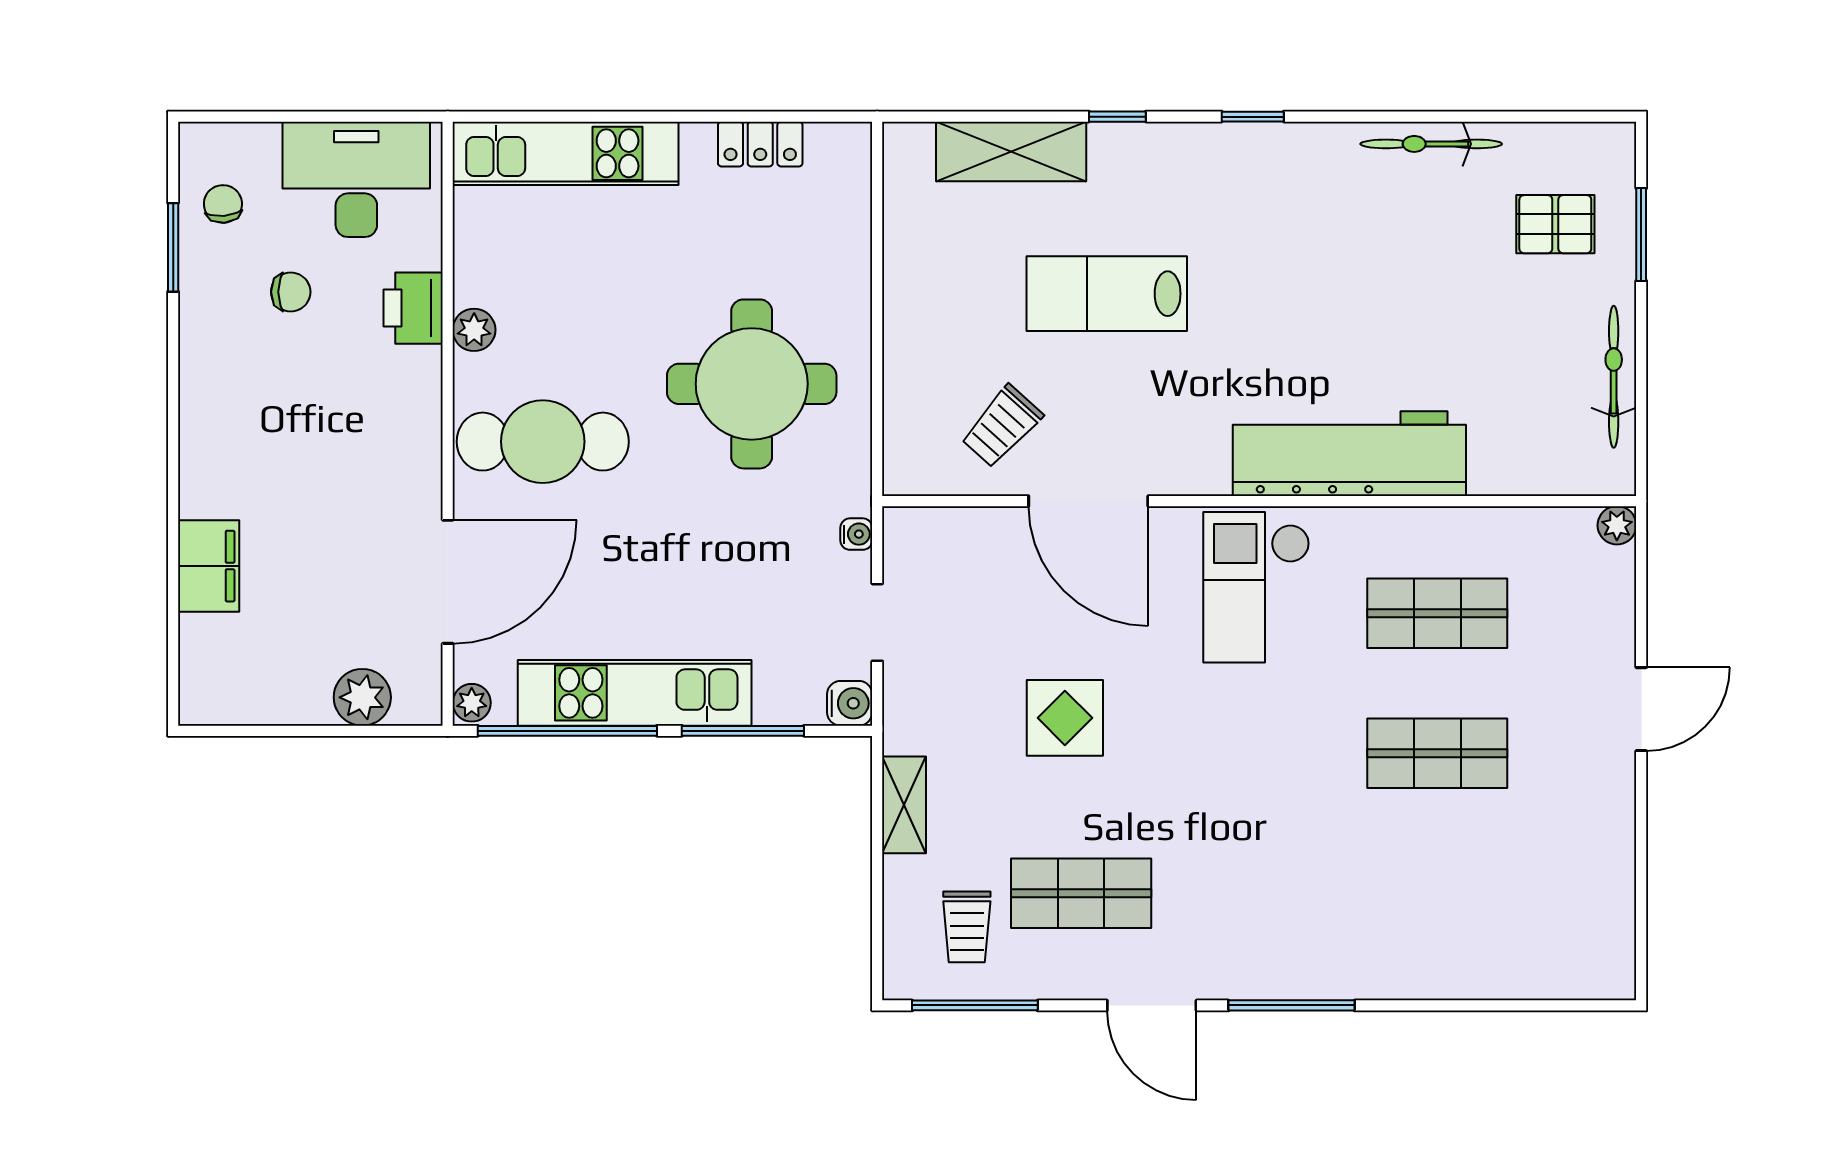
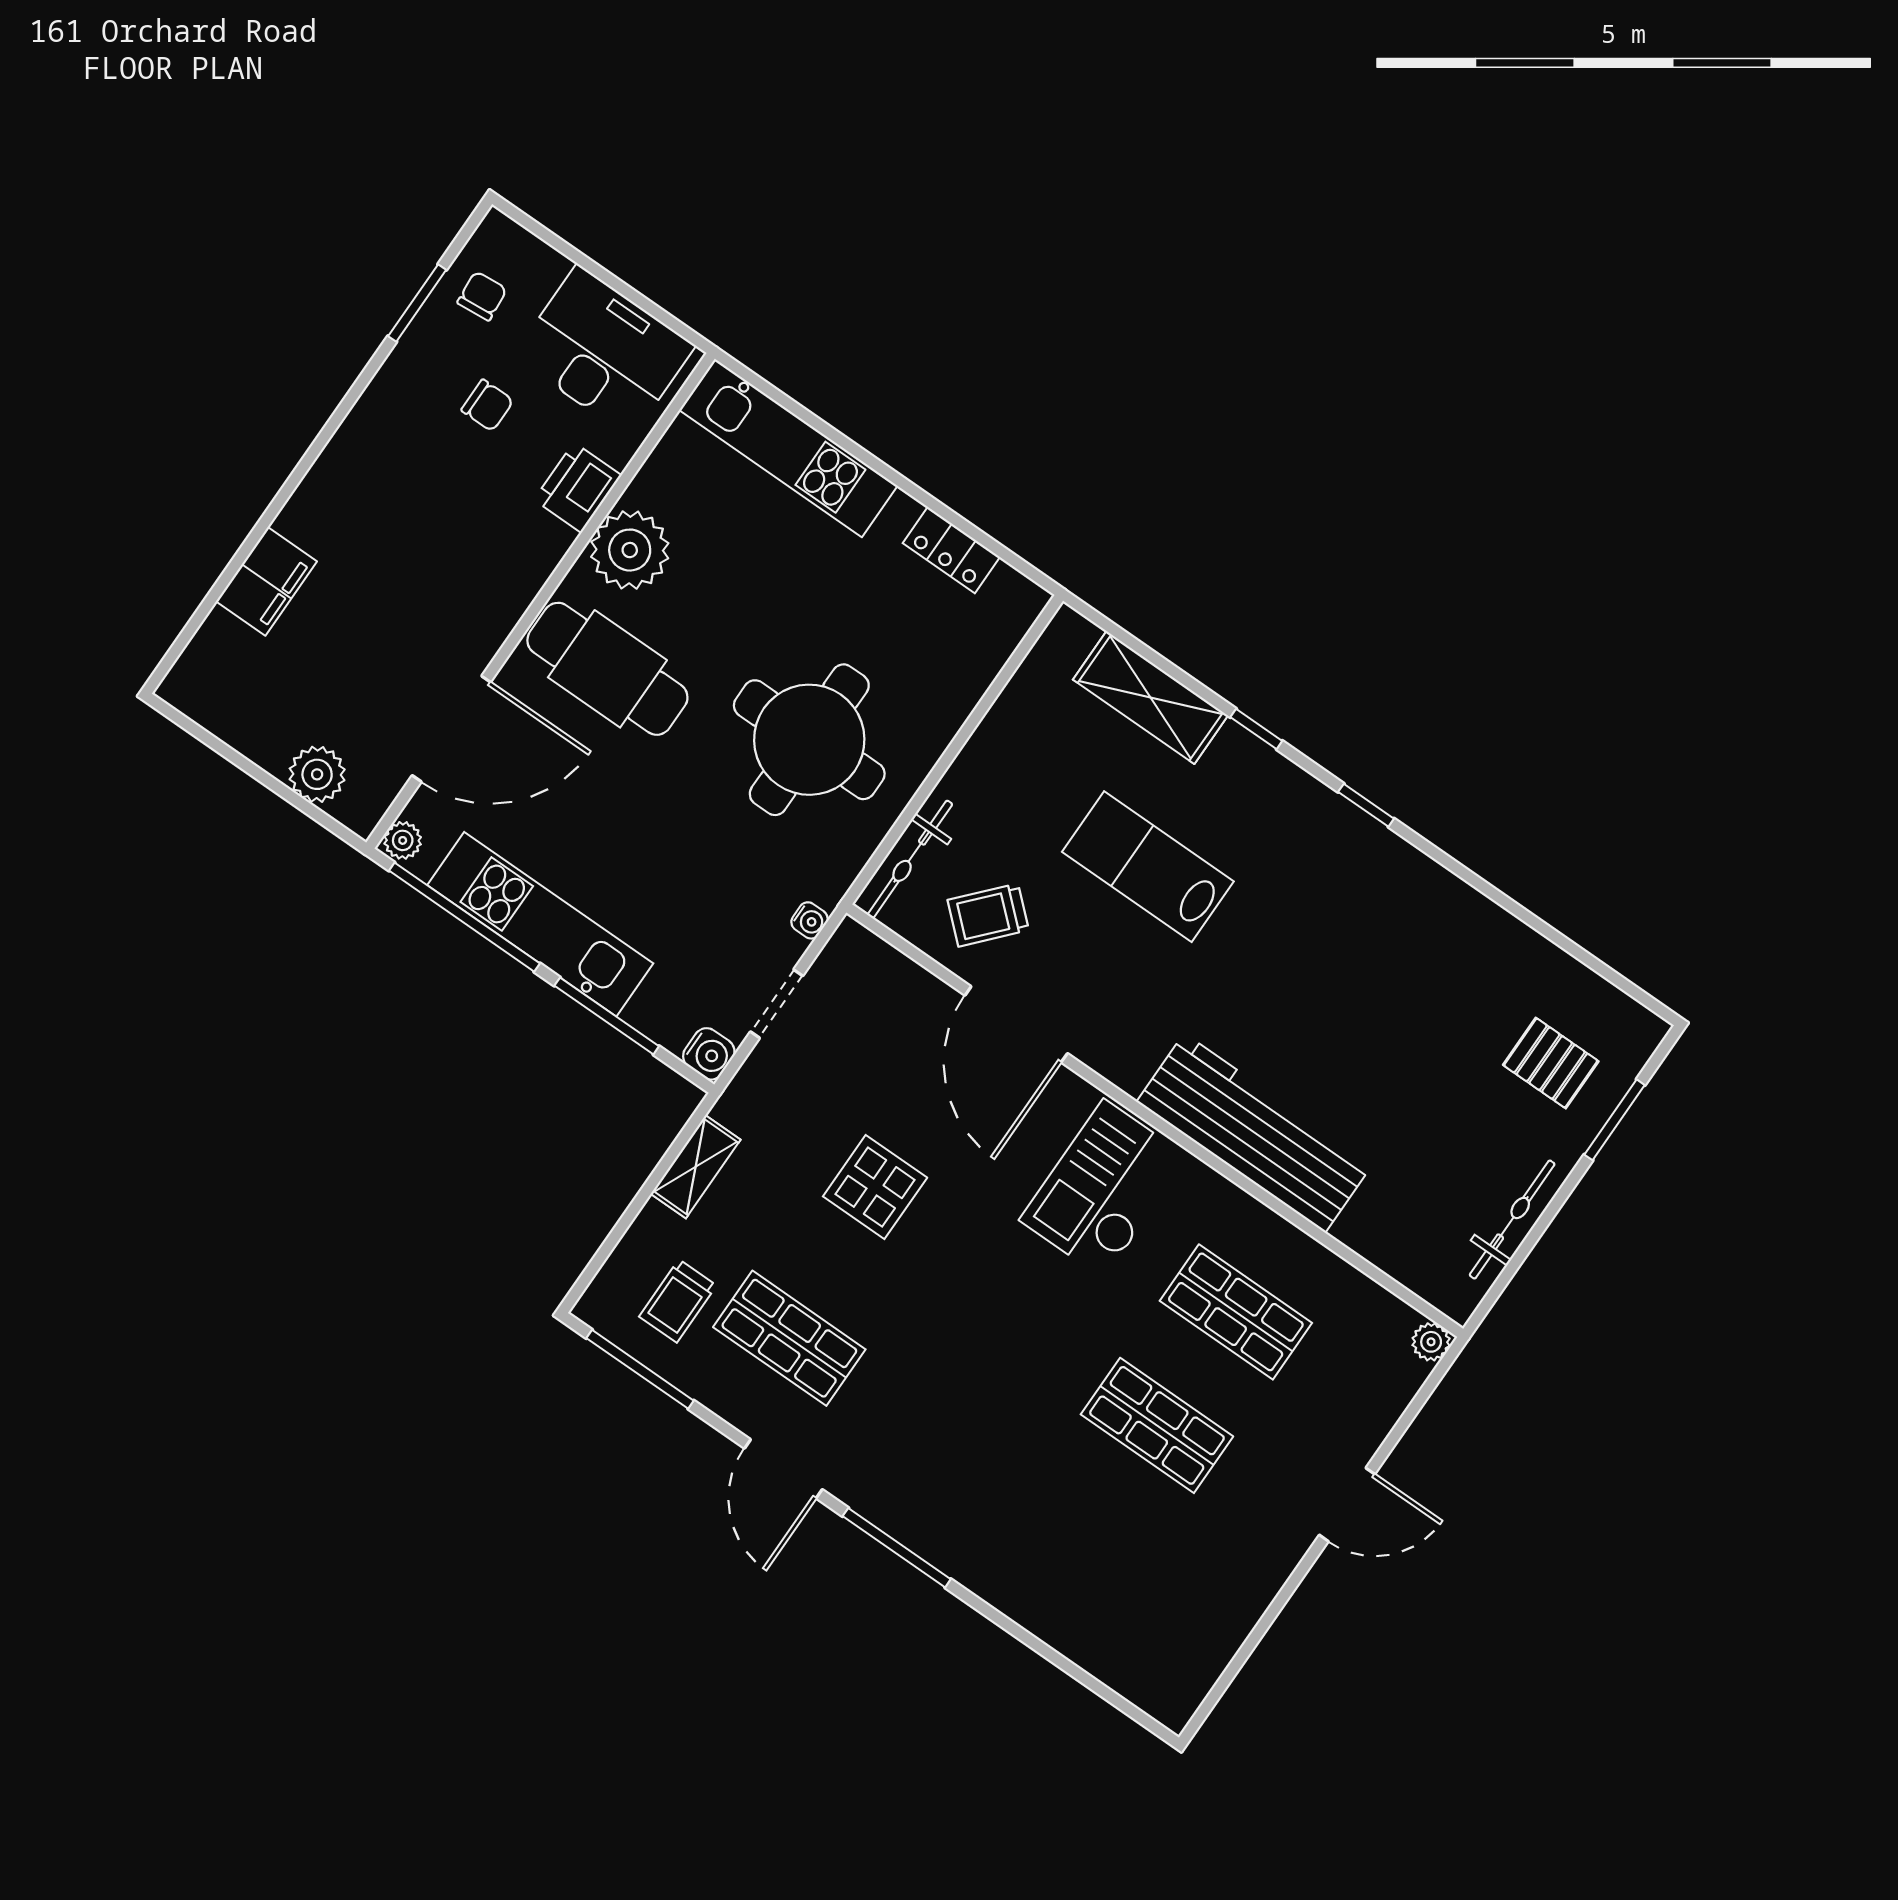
bicycle: (1431, 144) -> (910, 859), moved, turned -90
plant: (474, 330) -> (630, 550), width x1.88, depth x1.88

